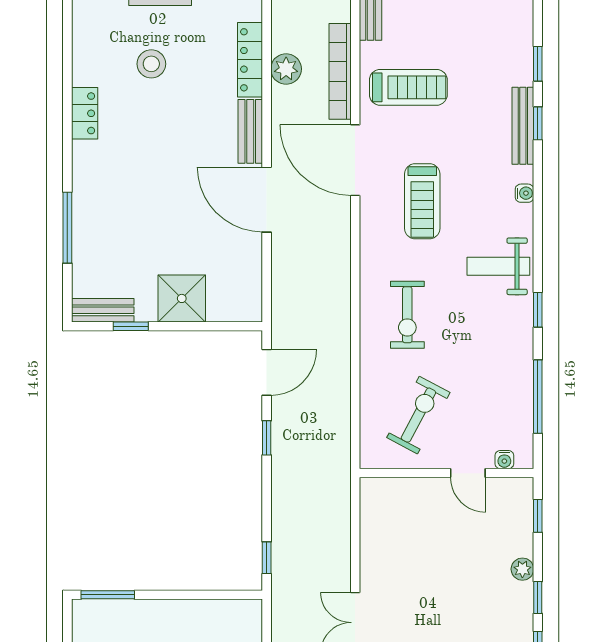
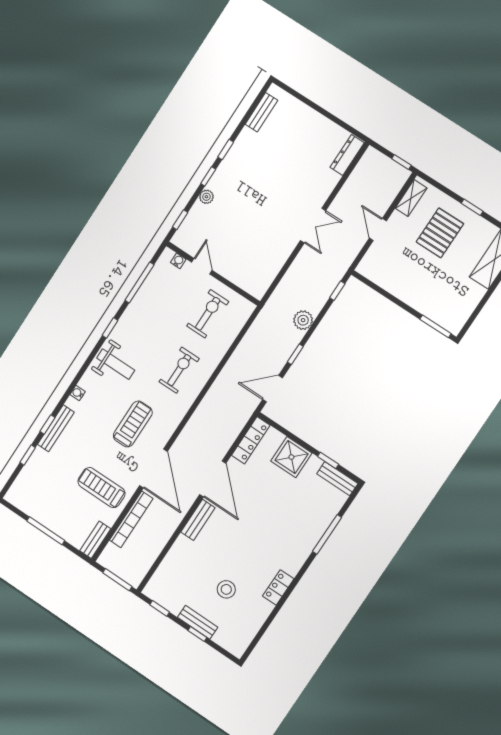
locker: (250, 60) -> (251, 440), moved
plant: (286, 69) -> (303, 320), moved
exercise bike: (418, 415) -> (208, 314), turned 152

